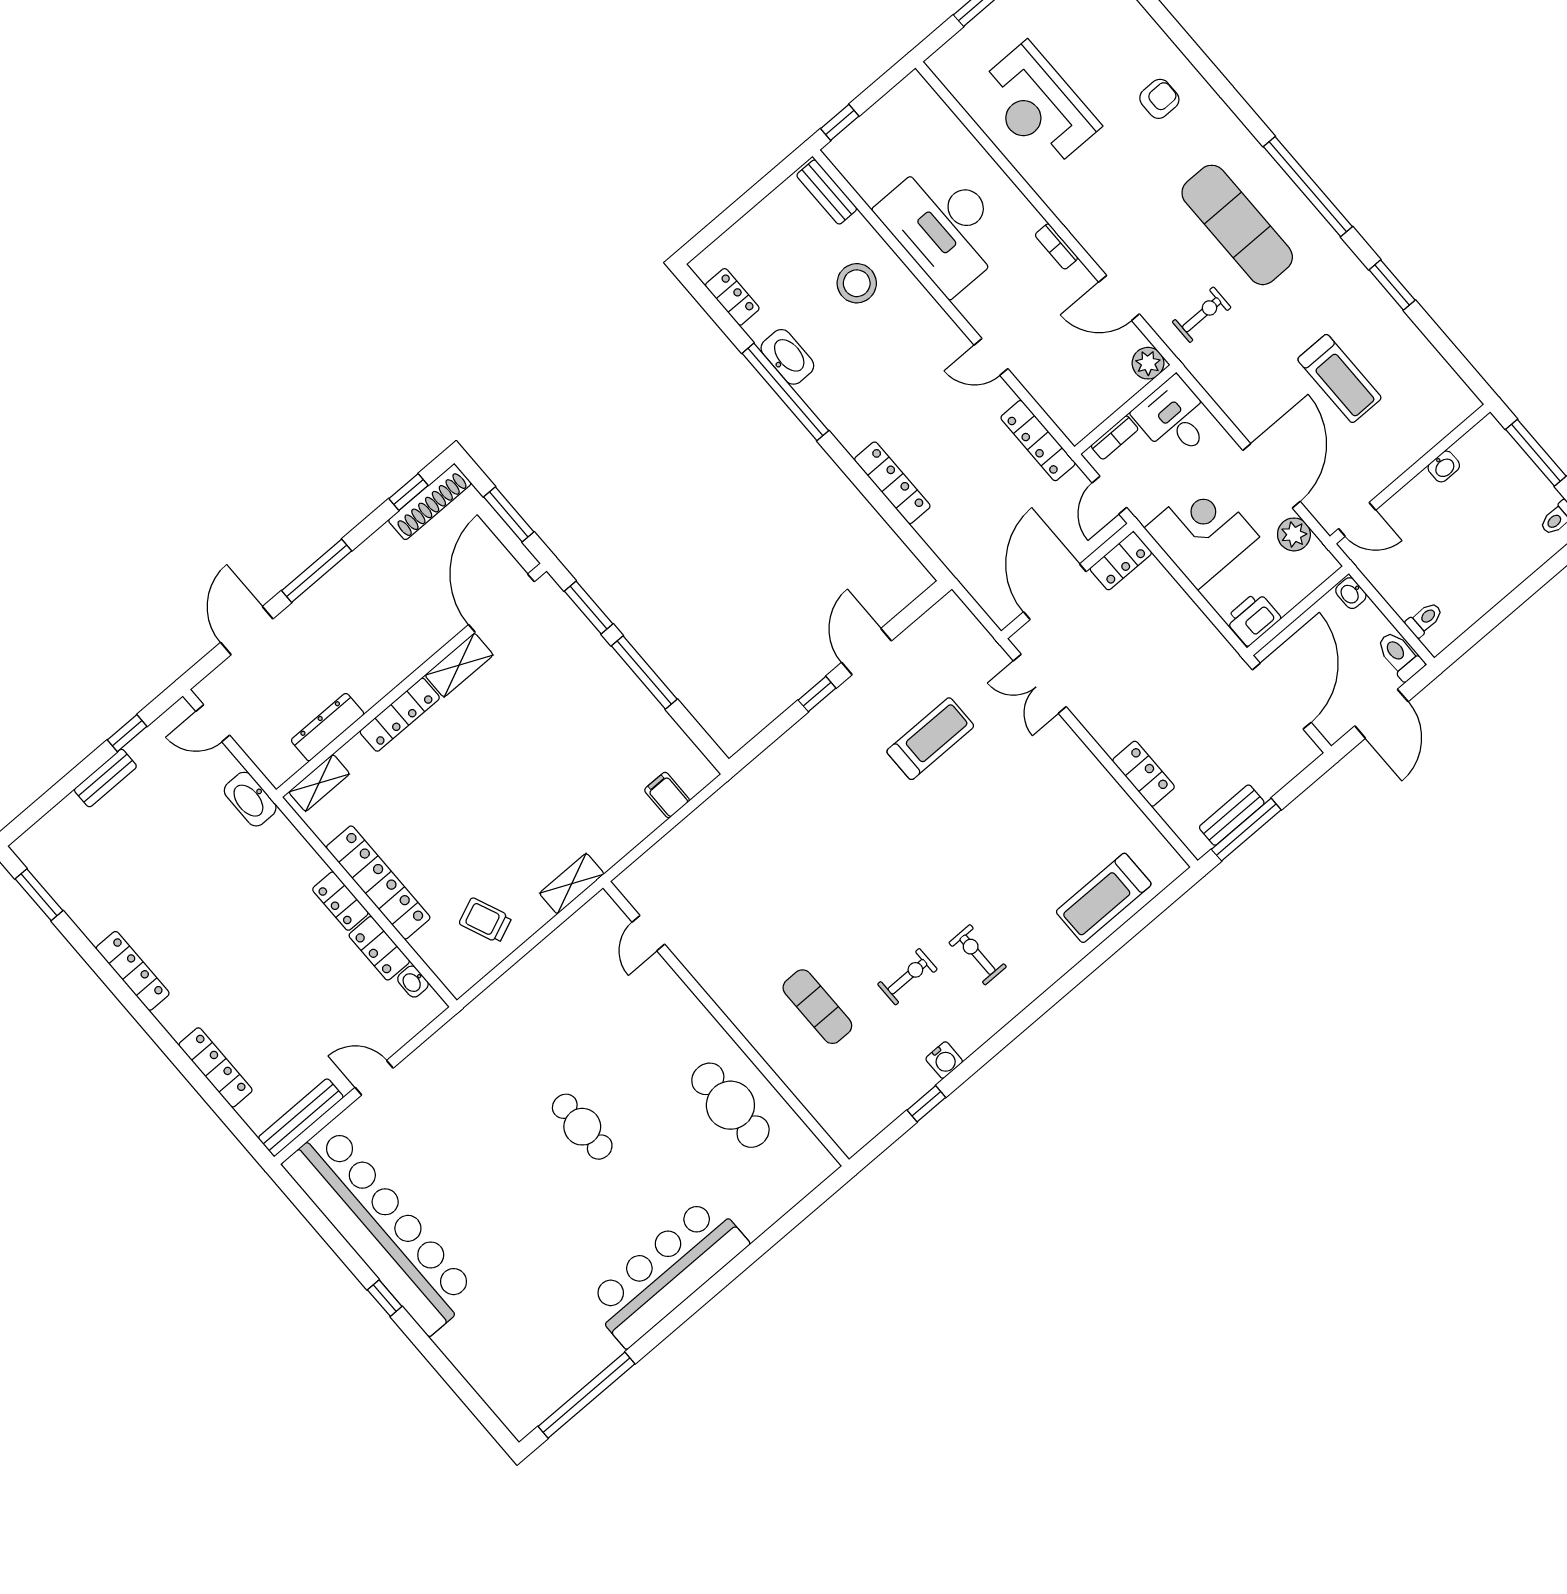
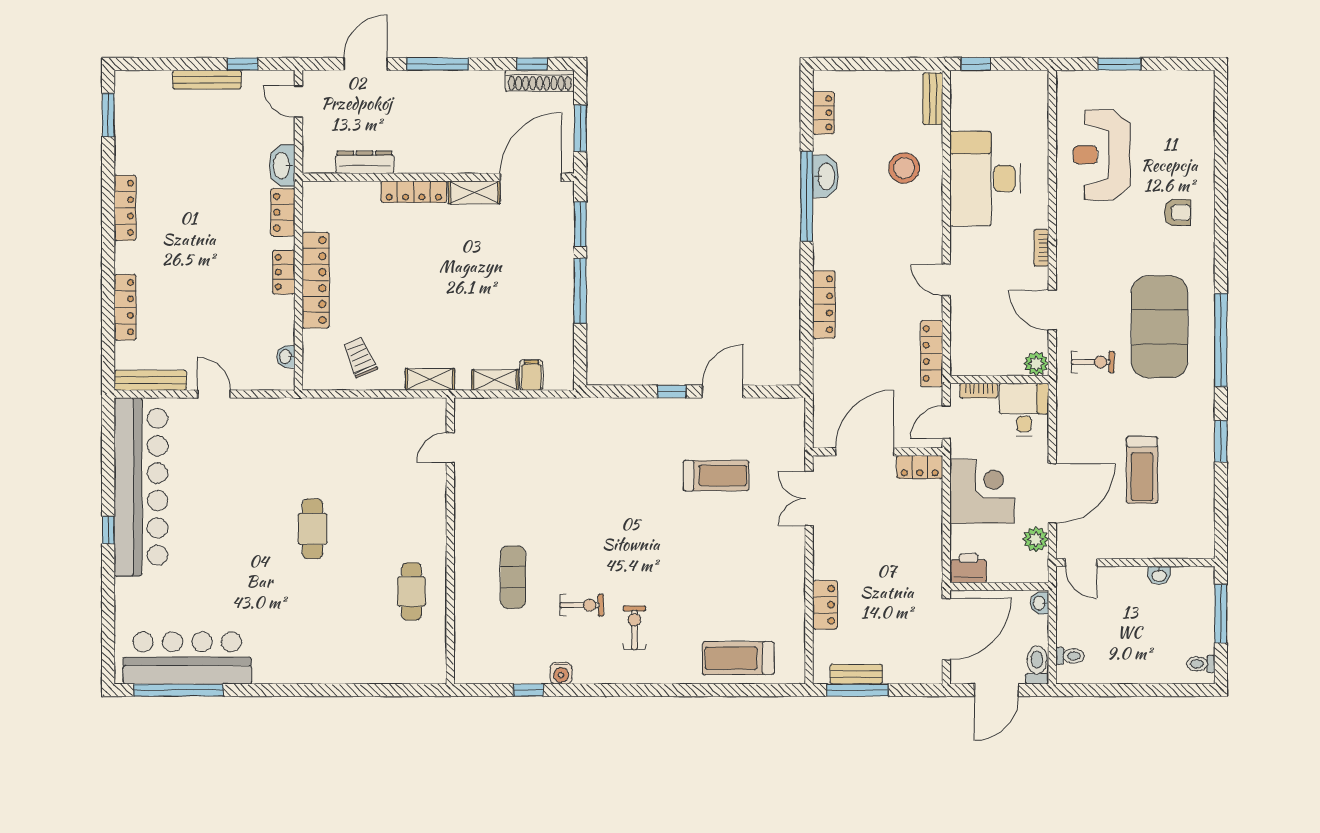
exercise mat: (1237, 225) -> (1159, 327), width x1.47
bench: (105, 778) -> (207, 80), width x1.36
shelving: (319, 783) -> (495, 380), moved
locker: (379, 948) -> (283, 212), moved
cafe table: (730, 1105) -> (411, 591), width x0.73, depth x0.74
bar counter: (667, 1272) -> (187, 658), moved

